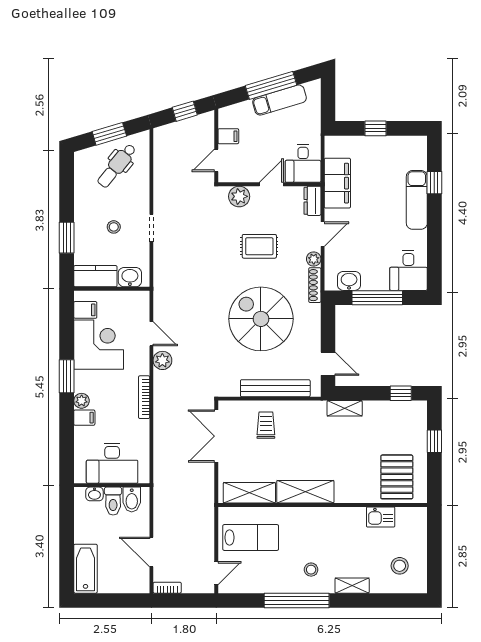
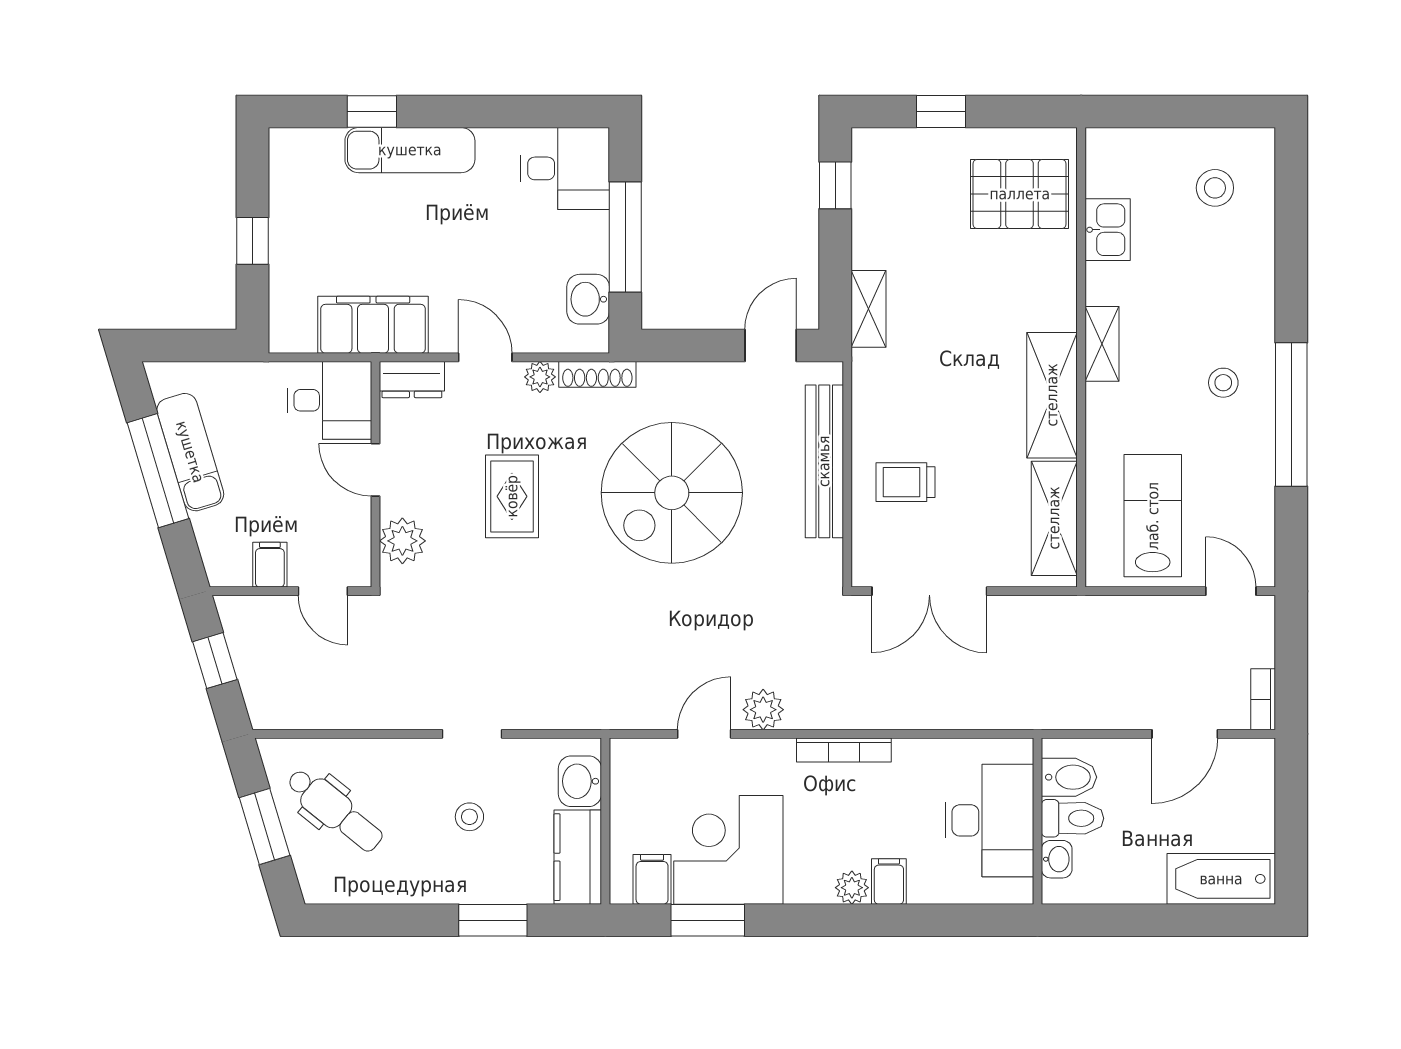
window: (67, 376) -> (708, 920), moved
shelving: (352, 586) -> (1102, 344), moved

